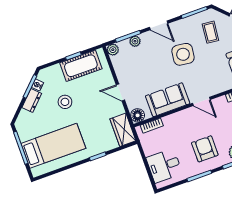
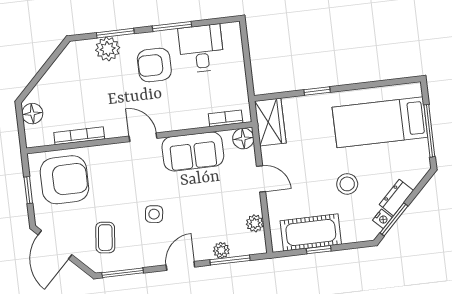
door: (159, 25) -> (180, 266), hinge flipped
plant: (113, 50) -> (255, 223), moved
side table: (183, 54) -> (154, 214), width x0.54, depth x0.54
armchair: (205, 149) -> (154, 65), turned 90
desk: (164, 166) -> (201, 49), moved, turned -90

